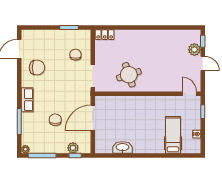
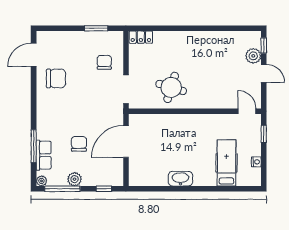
round table: (129, 75) -> (171, 87), turned 35
row of seats: (27, 100) -> (44, 155), moved
washbasin: (122, 147) -> (180, 179), moved
plant: (73, 148) -> (75, 179), moved

